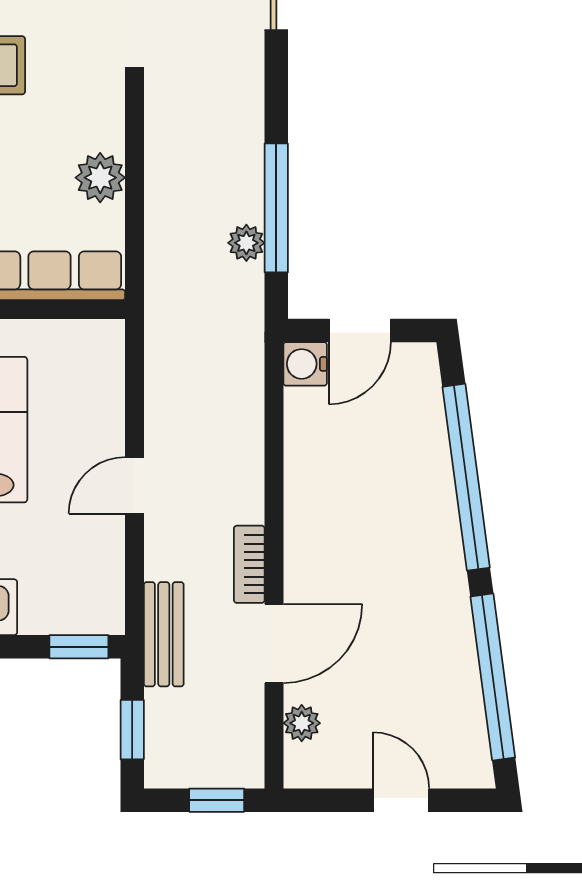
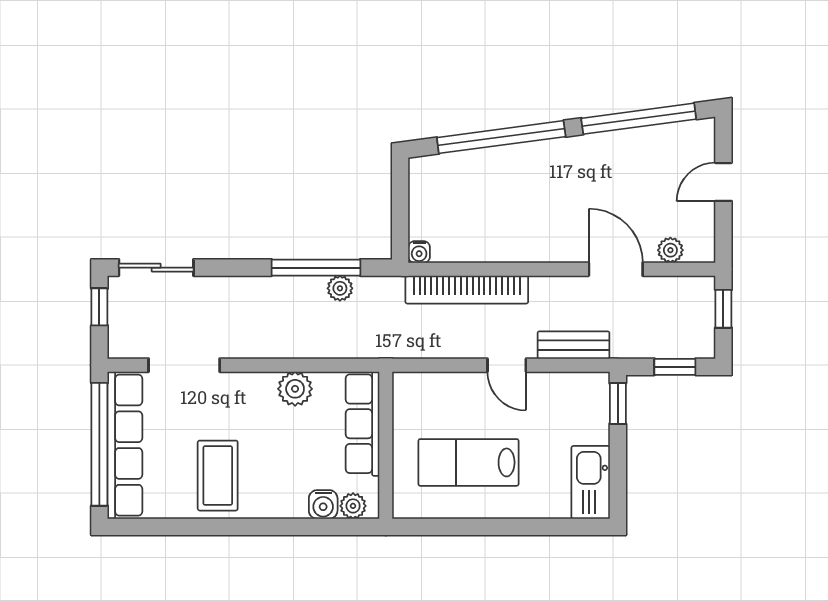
door: (360, 330) -> (400, 210), removed
water cooler: (305, 364) -> (419, 252), width x0.72, depth x0.72
bookcase: (249, 564) -> (467, 290), moved, width x2.31, depth x1.31
bench: (164, 634) -> (574, 345), moved

